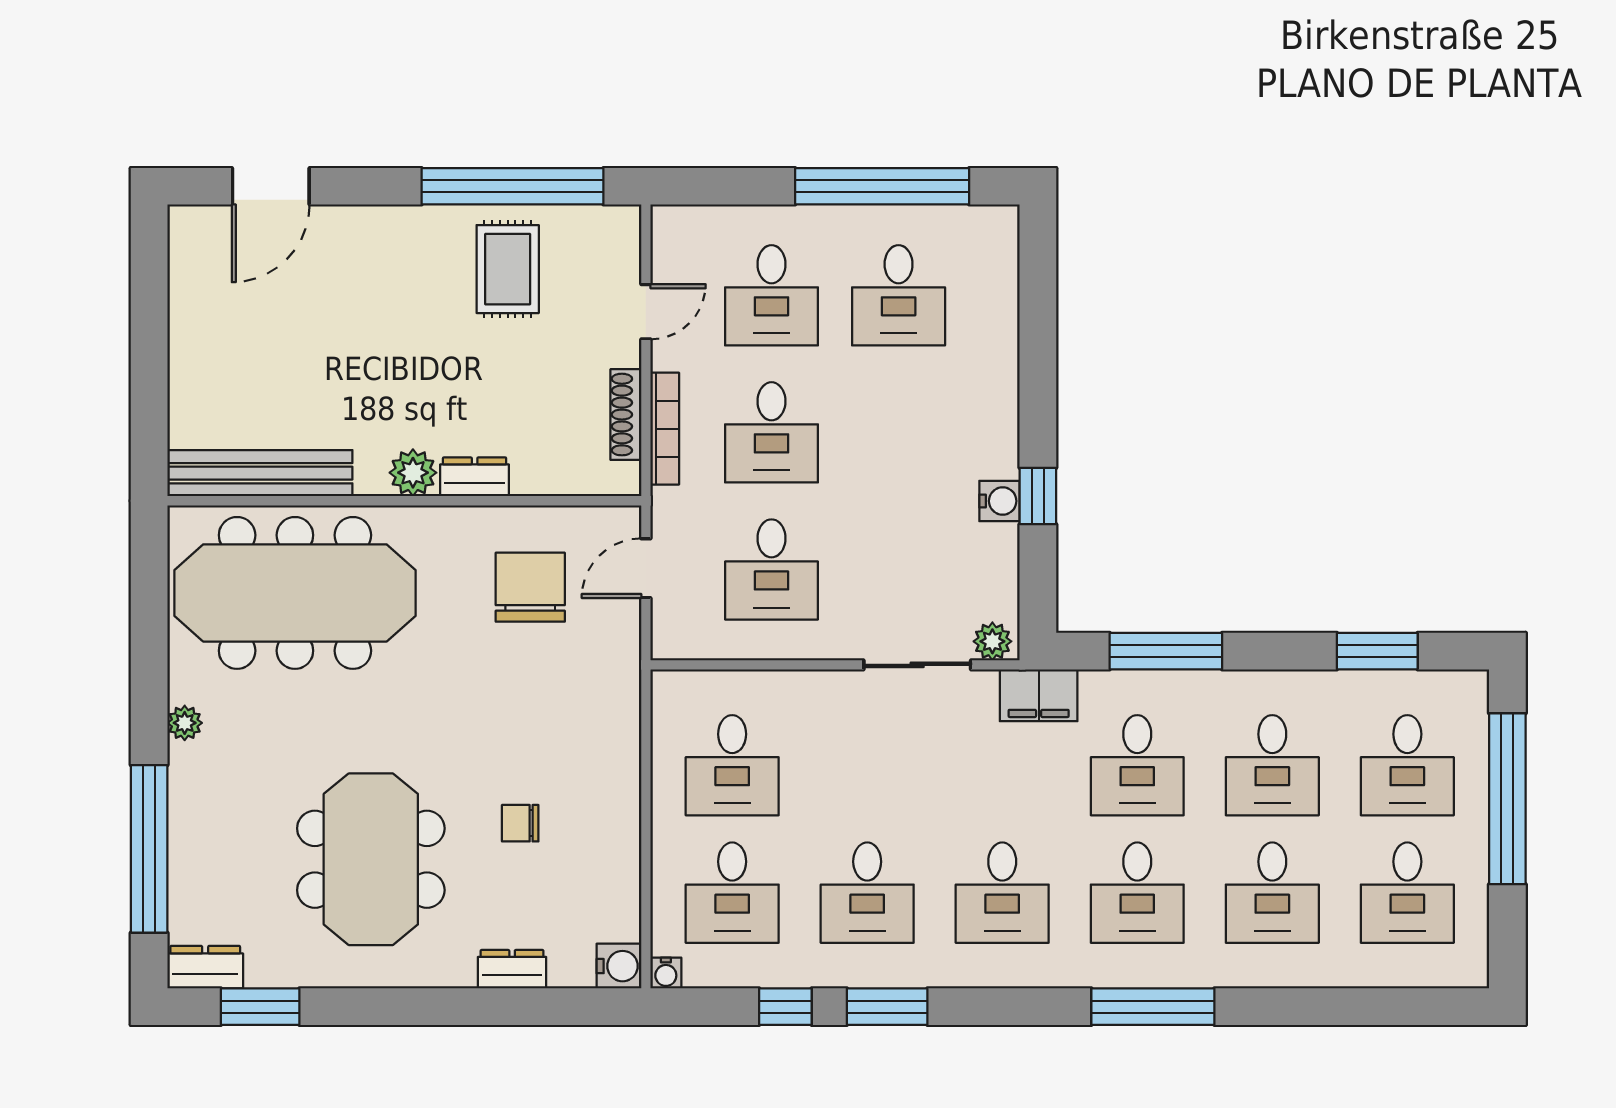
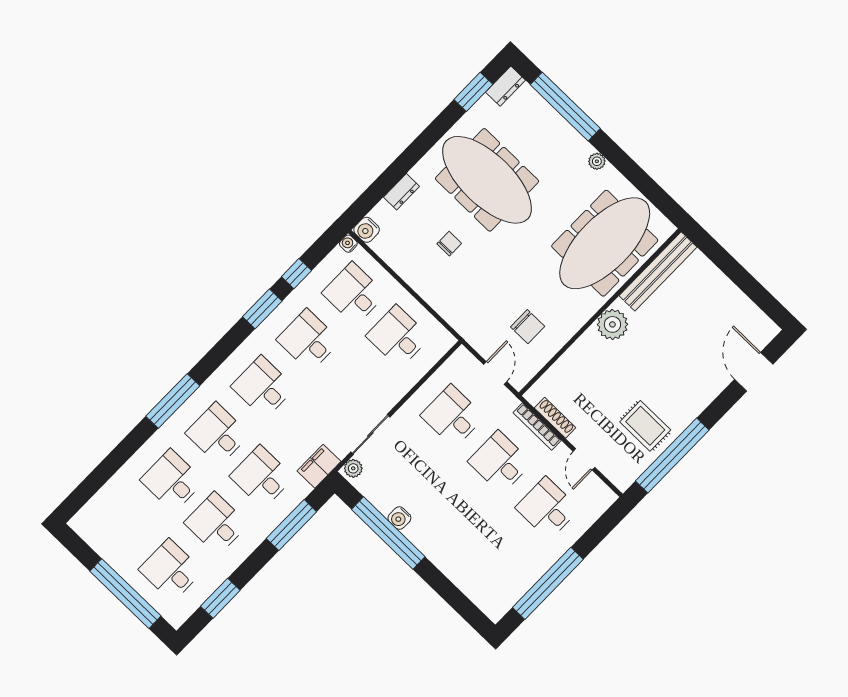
desk: (899, 295) -> (505, 552), removed
plant: (413, 473) -> (612, 324), width x1.36, depth x1.36
dresser: (475, 477) -> (584, 344), removed
window: (1038, 496) -> (388, 533), width x3.17
chair: (530, 587) -> (528, 327), width x0.73, depth x0.73
meeting table: (371, 859) -> (487, 180), width x1.36
desk: (1407, 893) -> (127, 527), removed

